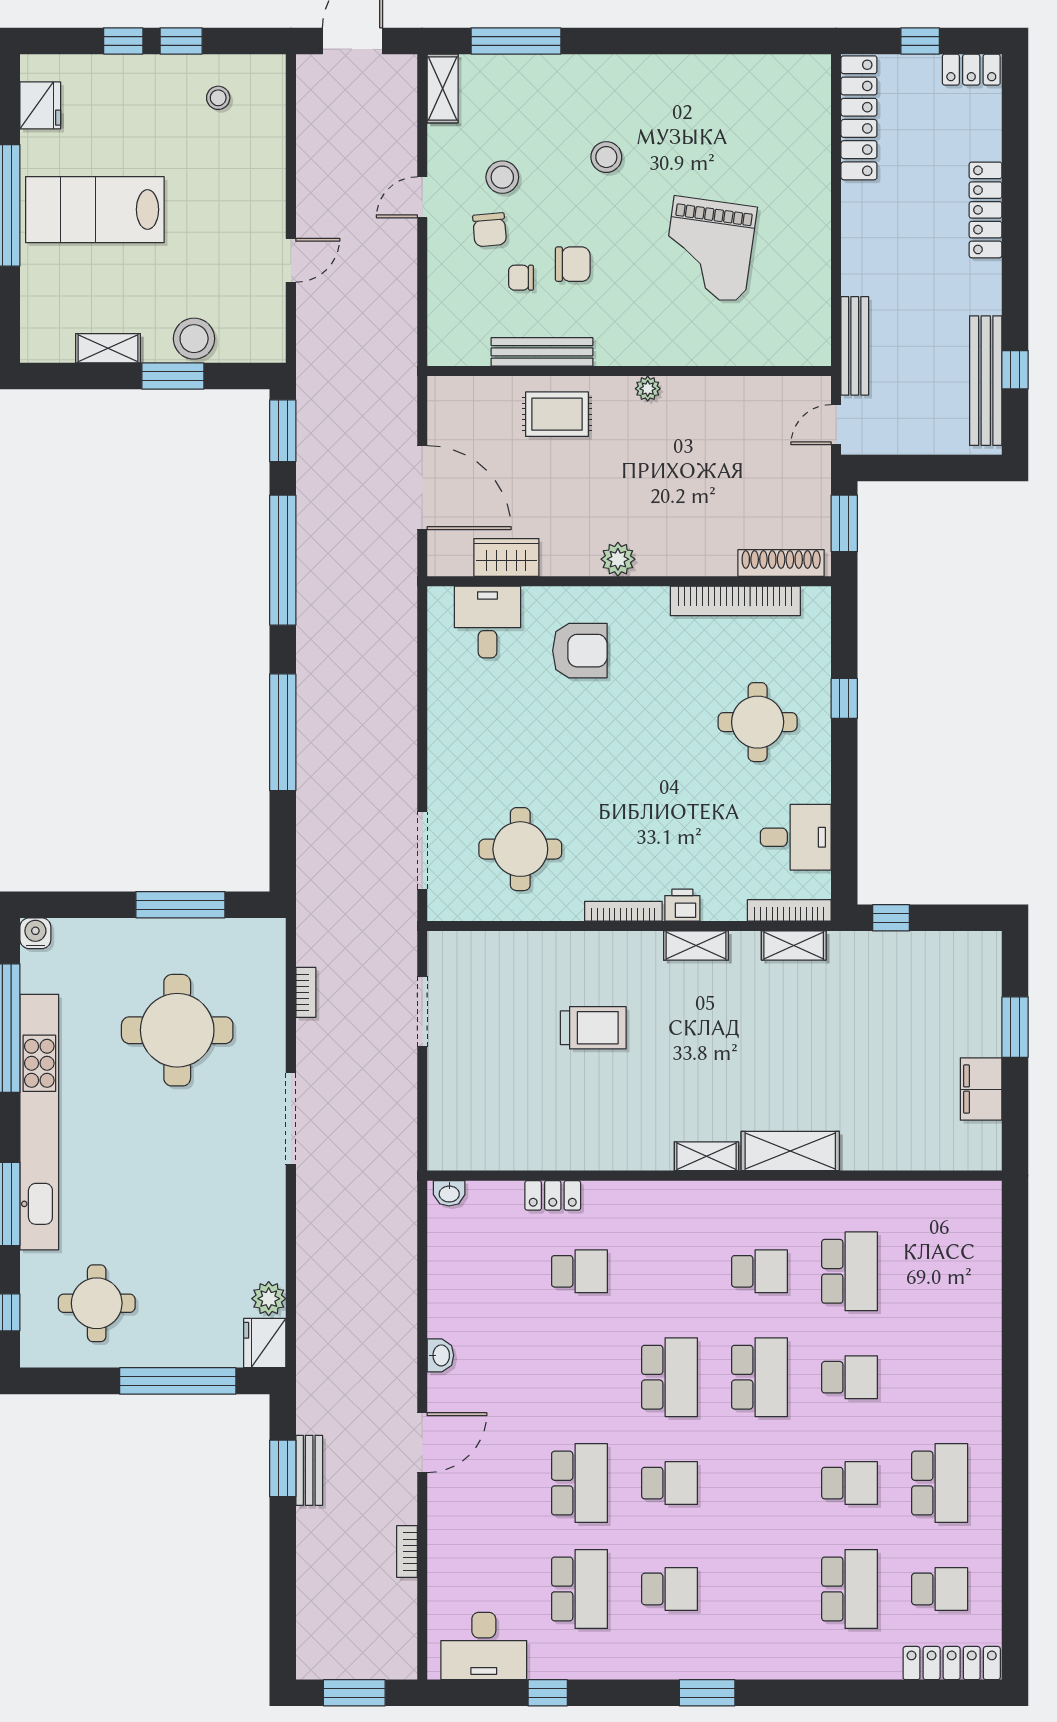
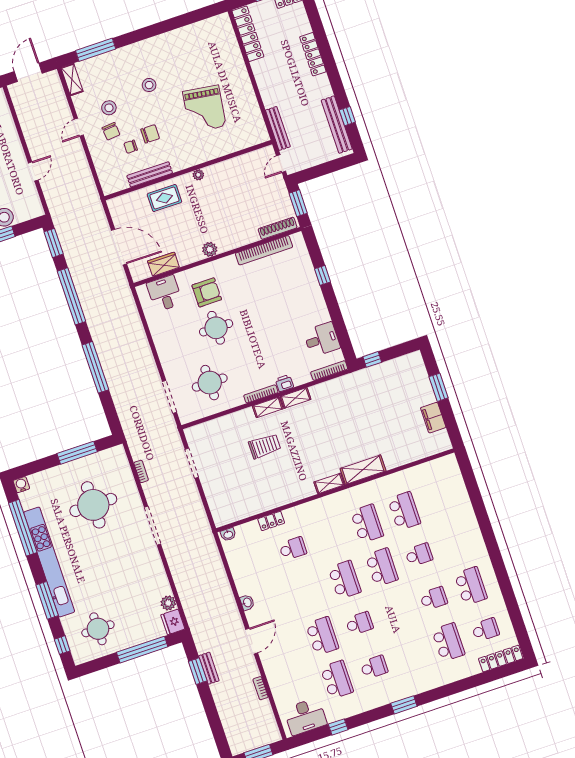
round table: (758, 722) -> (216, 328), moved
shelving: (794, 946) -> (268, 407), moved
school desk: (760, 1271) -> (367, 524), width x1.85

